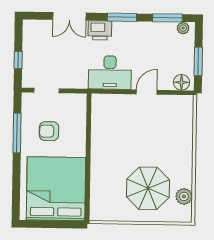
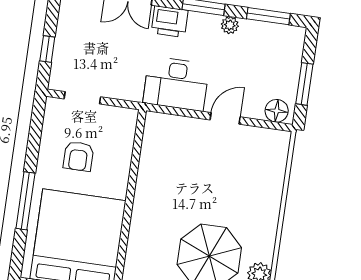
plant: (183, 28) -> (230, 25), moved
armchair: (49, 131) -> (78, 156), turned -90
window: (17, 133) -> (25, 201), moved

